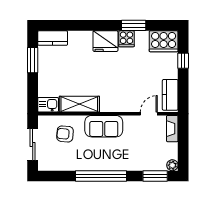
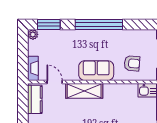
shelving: (79, 104) -> (84, 91), moved
door: (149, 114) -> (55, 82), swing flipped

